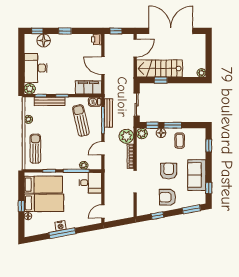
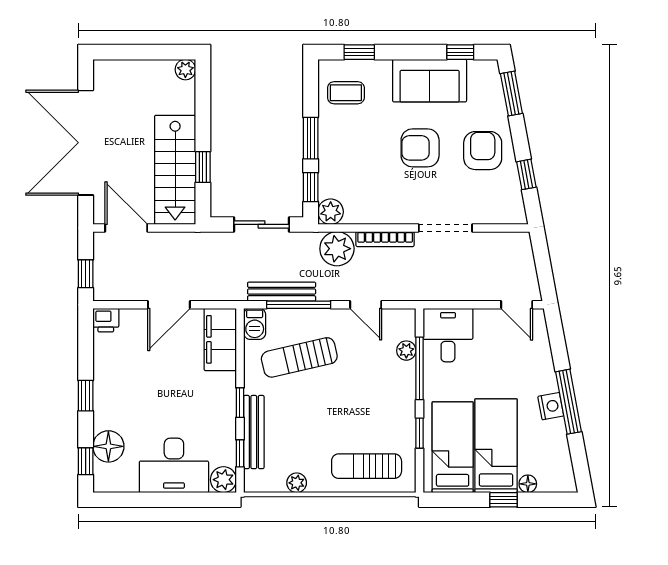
floor lamp: (161, 133) -> (329, 166), removed
coffee table: (180, 141) -> (346, 93), moved
armchair: (167, 197) -> (483, 151), turned 180

